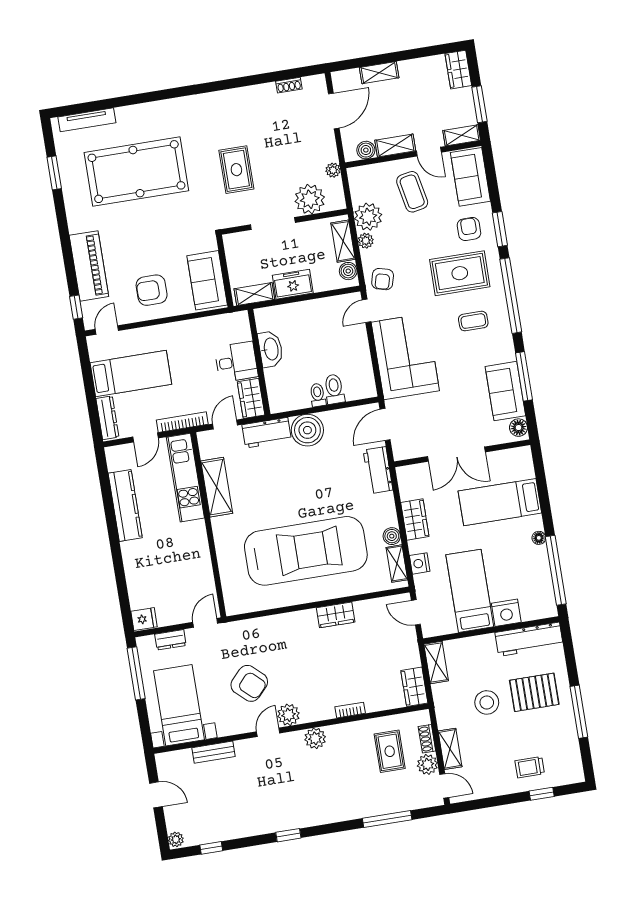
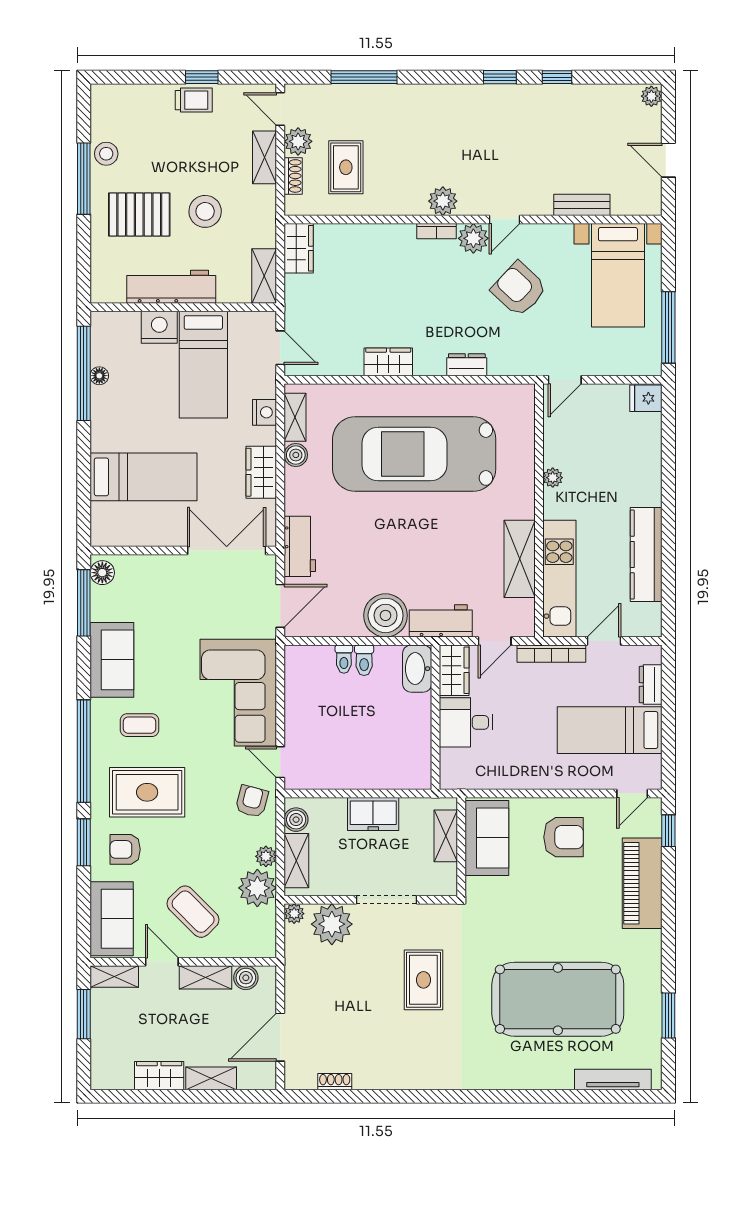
wardrobe: (458, 70) -> (159, 1076), moved, turned -90
plant: (333, 170) -> (294, 914), moved
coffee table: (412, 192) -> (193, 912), turned -34
armchair: (469, 229) -> (125, 849), turned 90
shelving: (254, 294) -> (446, 836), moved, turned 90
door: (366, 311) -> (280, 762), swing flipped
washbasin: (271, 349) -> (417, 669), moved
window: (524, 376) -> (84, 603), moved
toilet: (334, 389) -> (344, 659), width x0.73, depth x0.72
sofa: (505, 391) -> (112, 660), moved
dresser: (107, 418) -> (651, 685), width x0.70
double door: (456, 454) -> (227, 550), moved
floor lamp: (539, 538) -> (99, 376), moved
plant: (202, 550) -> (553, 478), added
workbench: (529, 639) -> (171, 287), moved
dresser: (170, 640) -> (467, 365), moved
bookcase: (350, 710) -> (437, 231), moved
stool: (566, 733) -> (106, 154), added
trolley: (530, 767) -> (194, 100), moved
window: (542, 794) -> (202, 77), moved
window: (211, 848) -> (557, 77), moved

